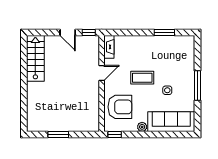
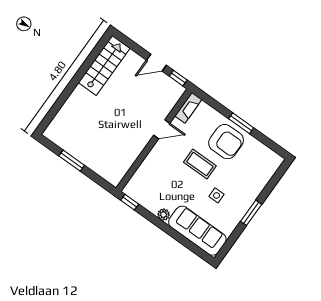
door: (68, 32) -> (156, 63), hinge flipped
window: (164, 32) -> (241, 123), moved
window: (198, 85) -> (251, 213), width x0.69
armchair: (120, 107) -> (226, 142), moved

